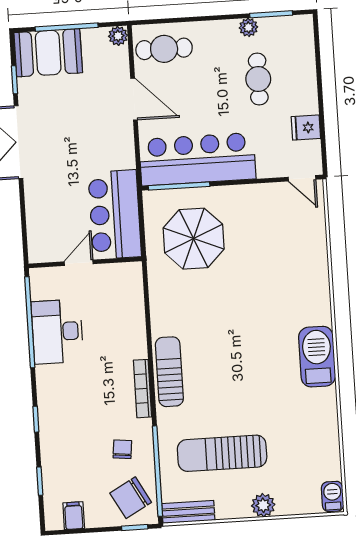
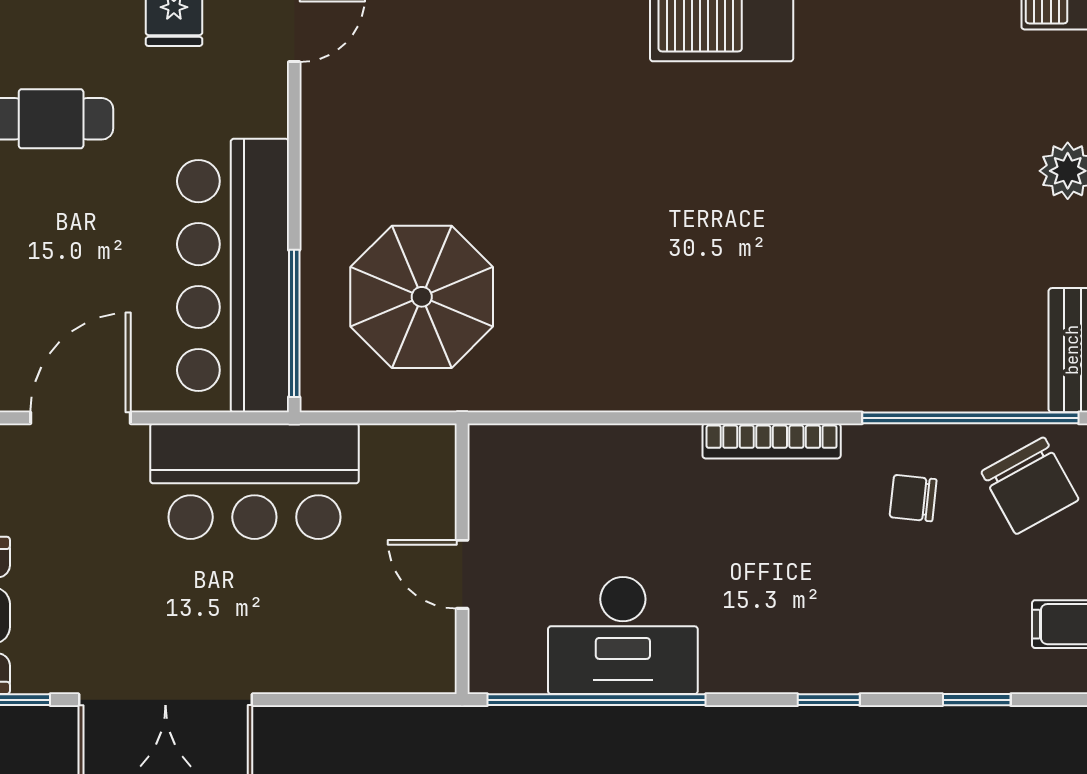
bar counter: (115, 215) -> (254, 481), moved
sun lounger: (169, 372) -> (735, 374), removed
sun lounger: (222, 453) -> (938, 261), removed

